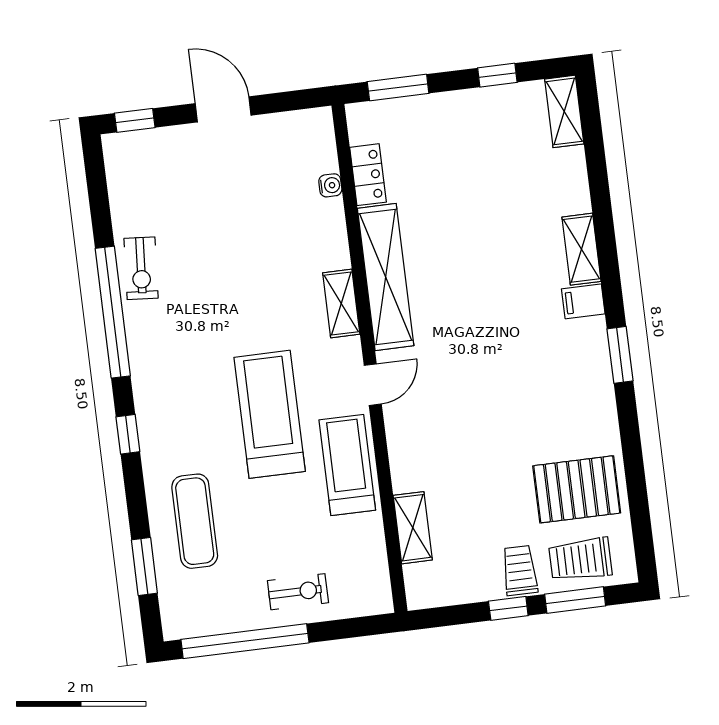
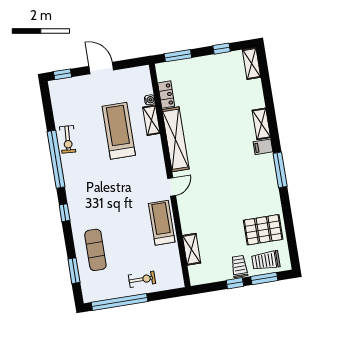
shelving: (341, 304) -> (151, 120), moved
window: (620, 355) -> (280, 170), width x1.44
treadmill: (270, 414) -> (119, 131), moved

